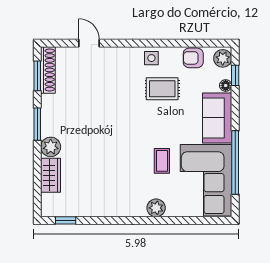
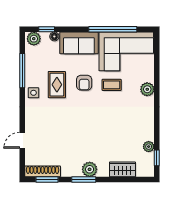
window: (181, 43) -> (22, 71), added
armchair: (193, 58) -> (84, 83), moved
plant: (51, 147) -> (90, 169), moved
plant: (81, 210) -> (149, 147), added

